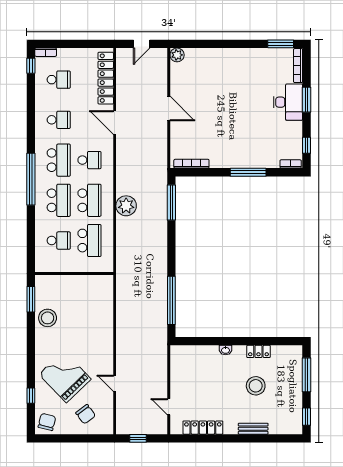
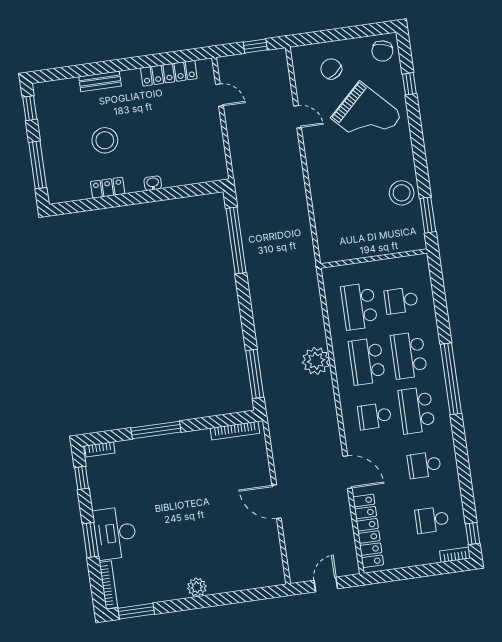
plant: (177, 55) -> (197, 587), moved

